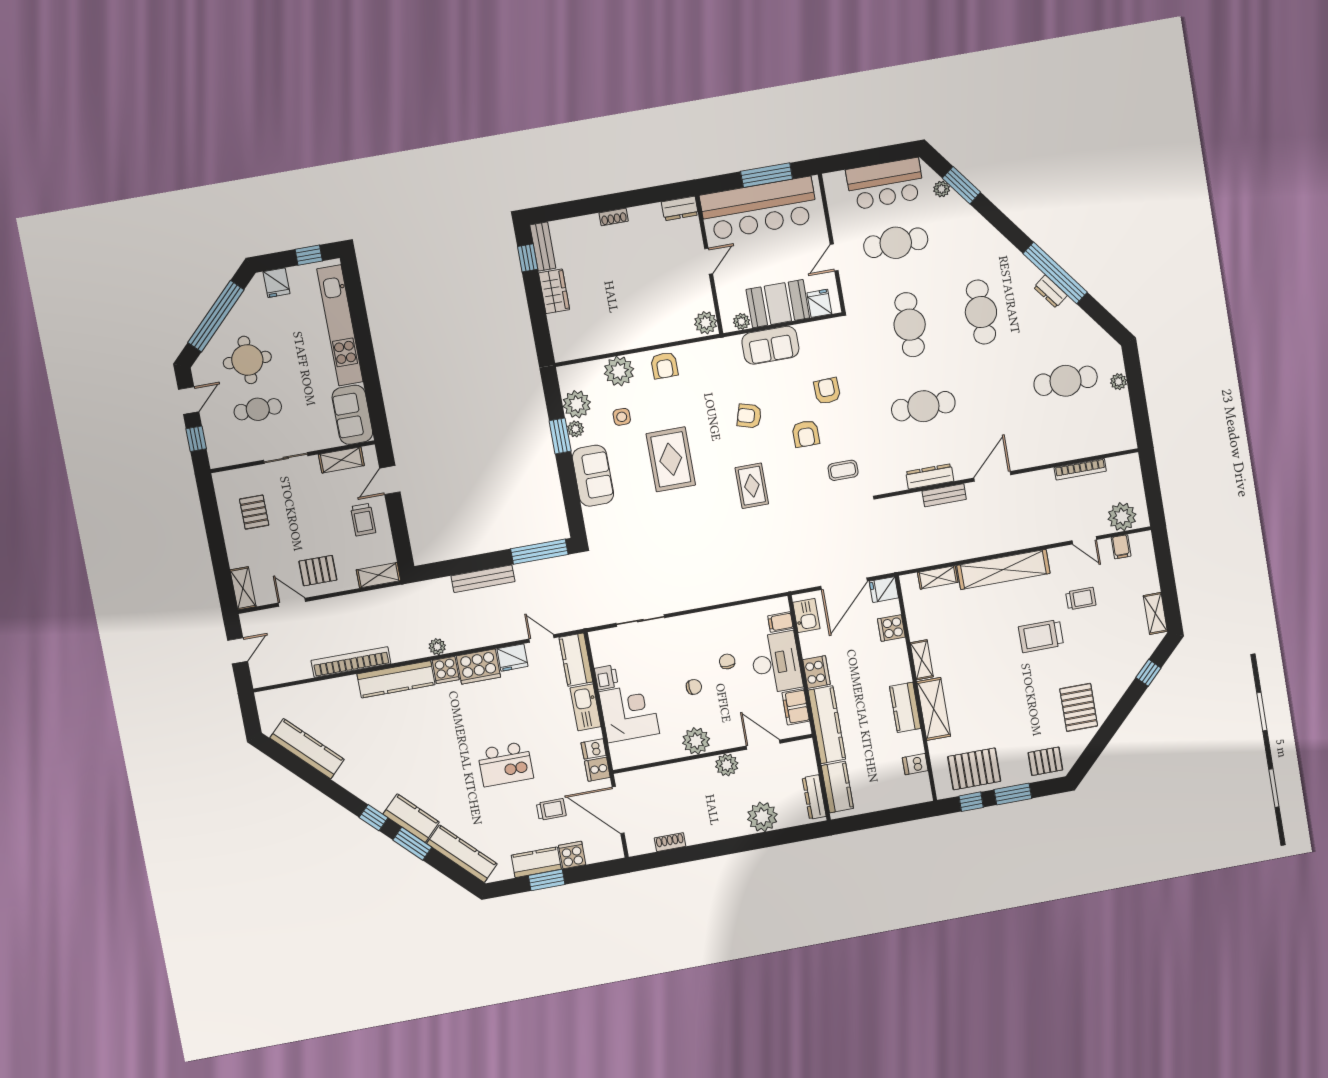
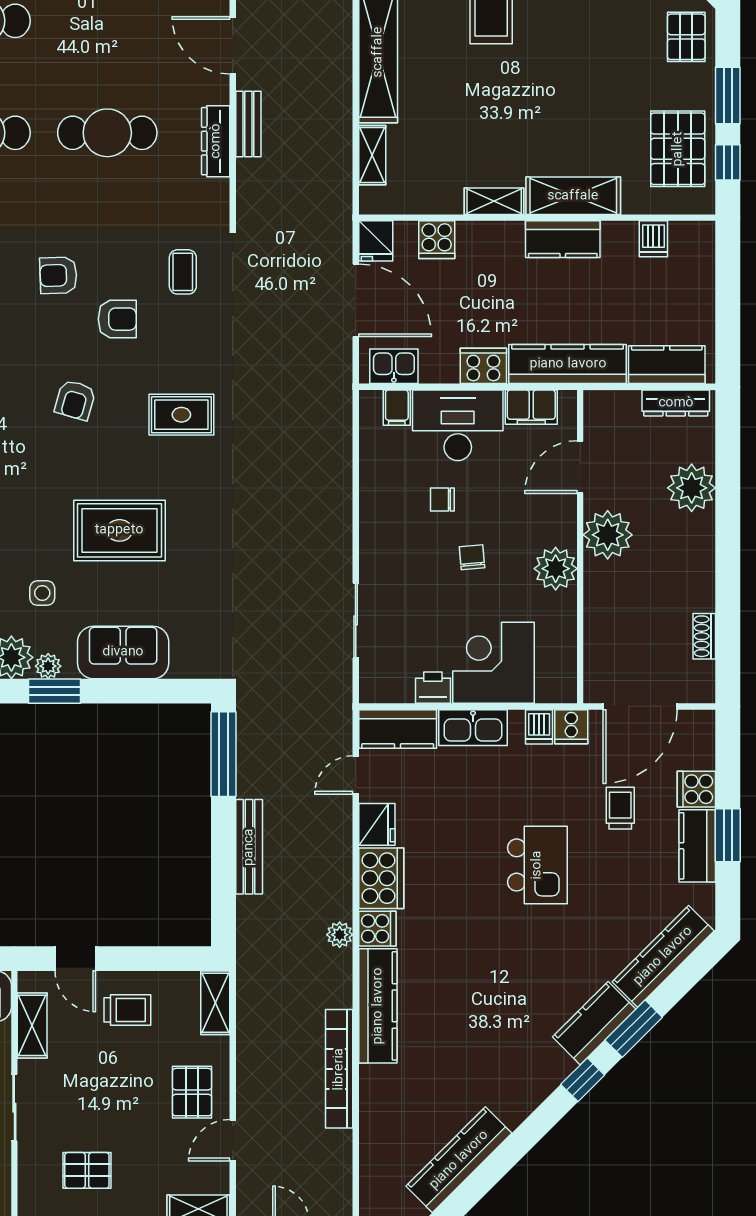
cafe table: (923, 406) -> (107, 133), turned 90
plant: (727, 765) -> (608, 535), width x1.36, depth x1.36

